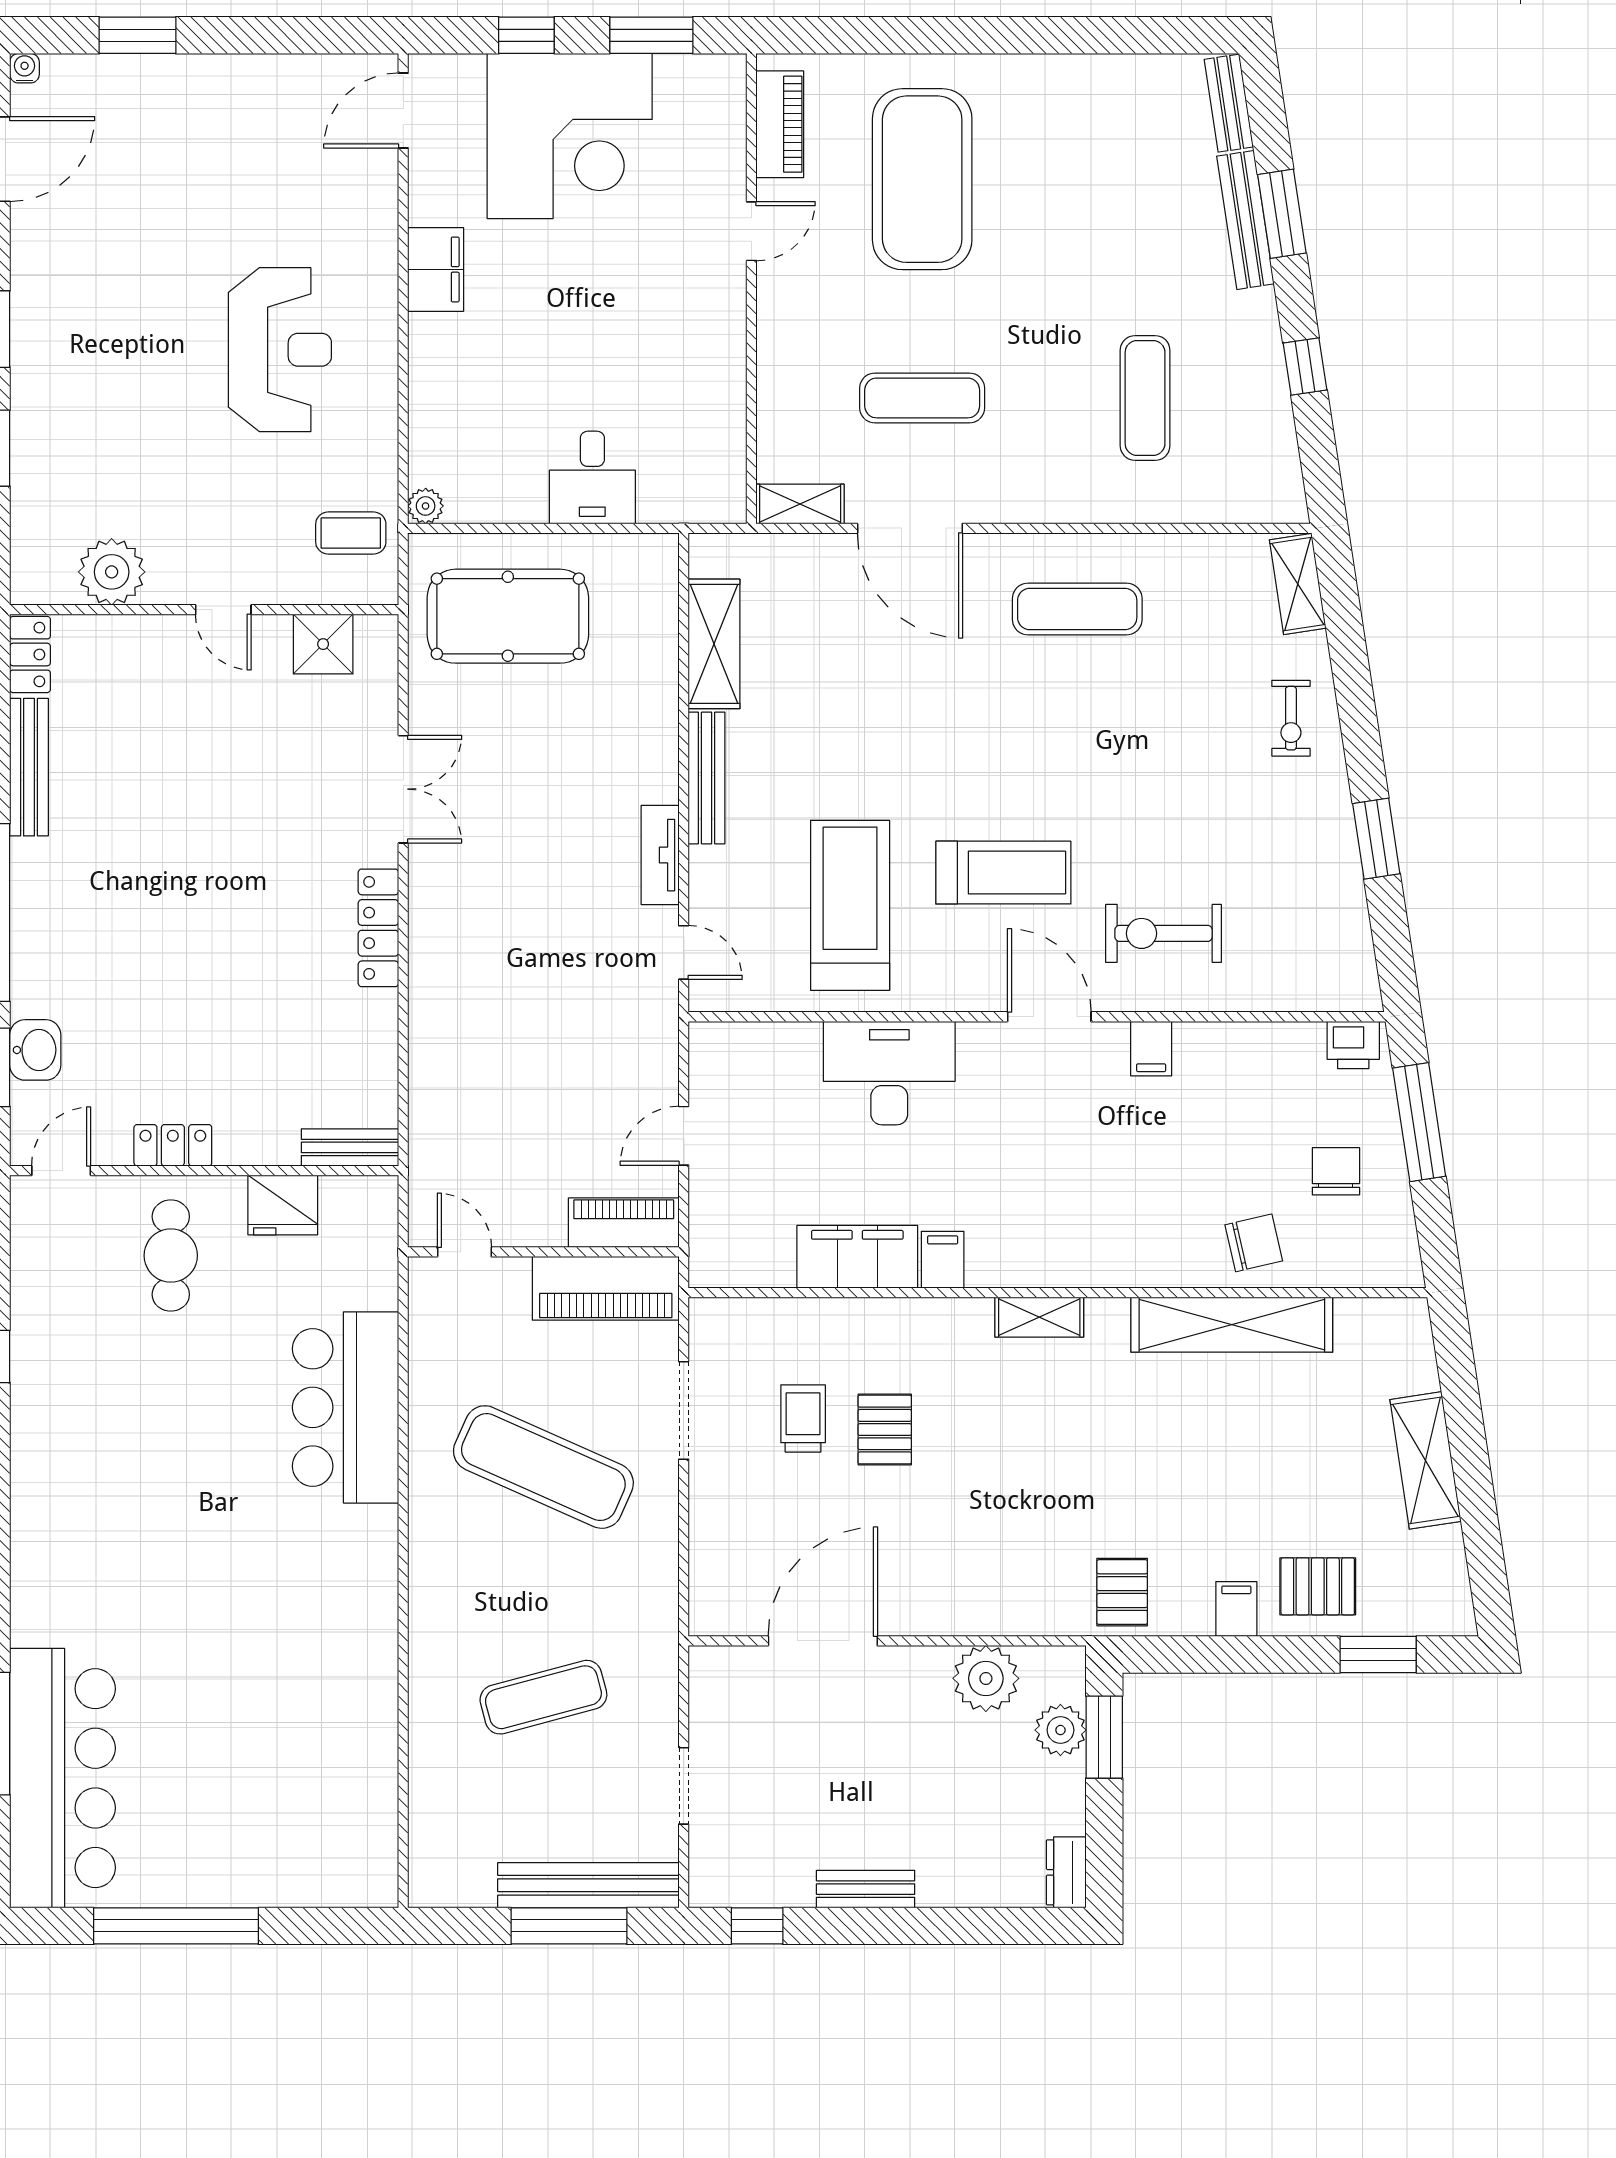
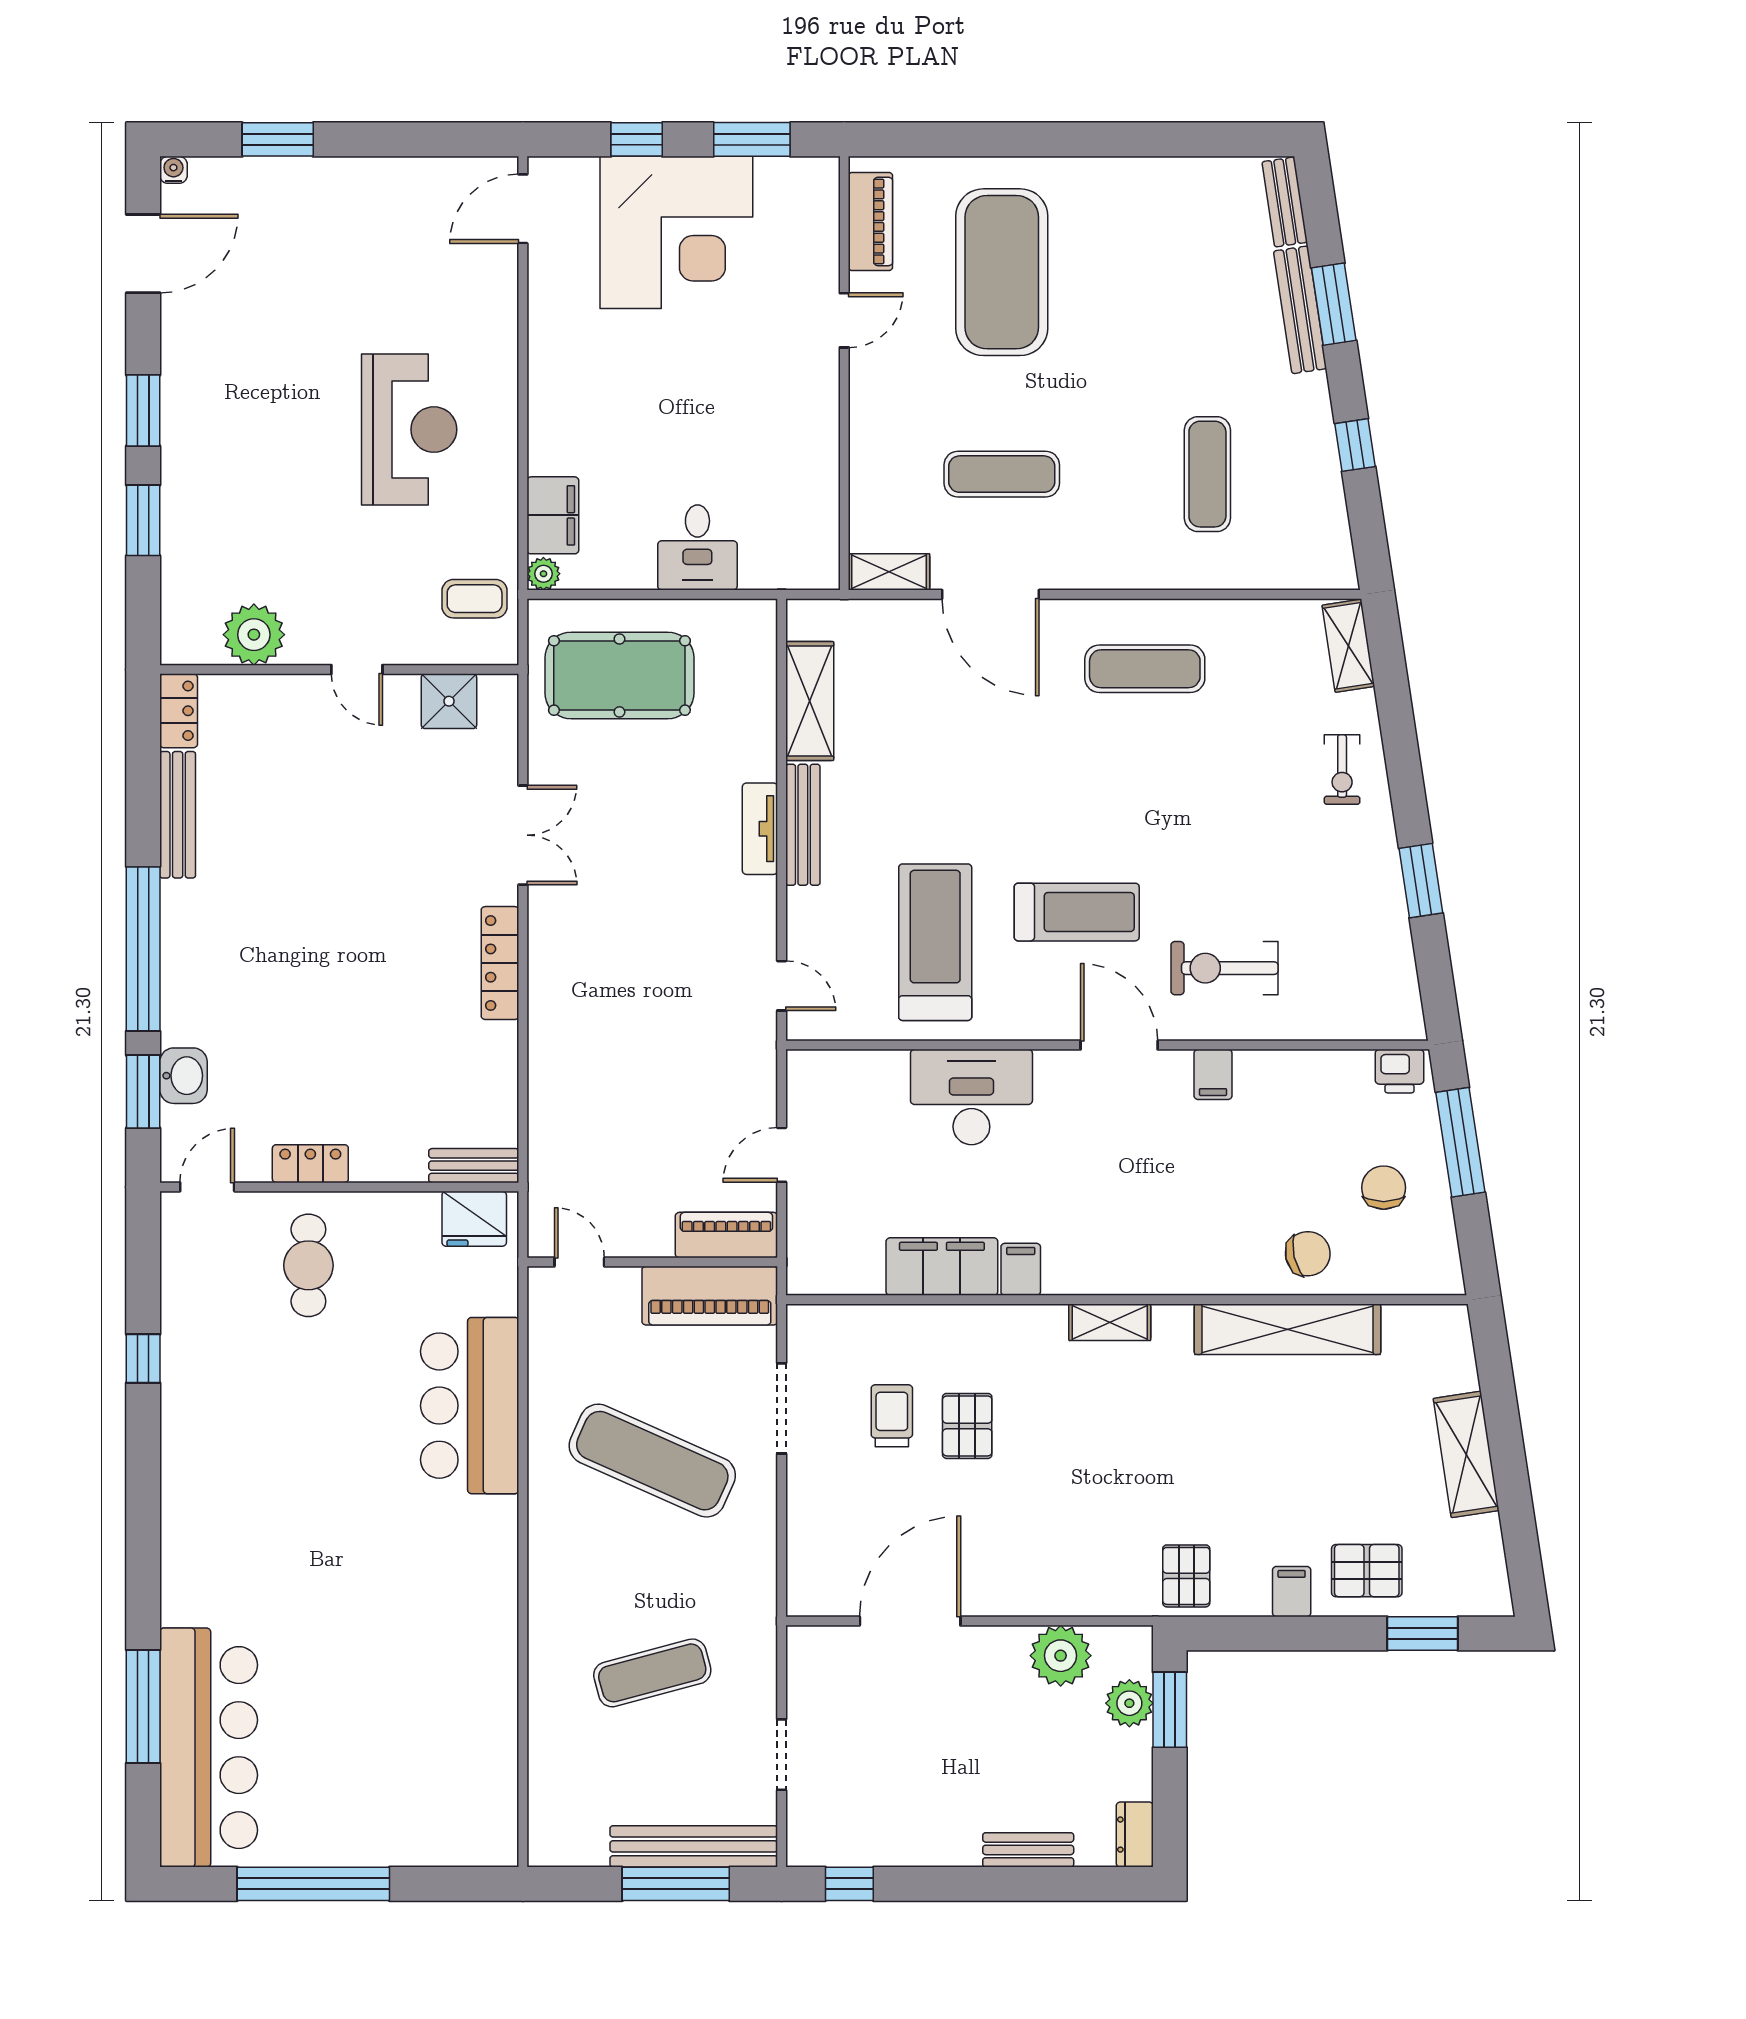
filing cabinet: (436, 269) -> (553, 515), moved
tv unit: (660, 855) -> (760, 829), moved
fridge: (283, 1205) -> (474, 1219), moved
bench: (866, 1889) -> (1028, 1850), moved

